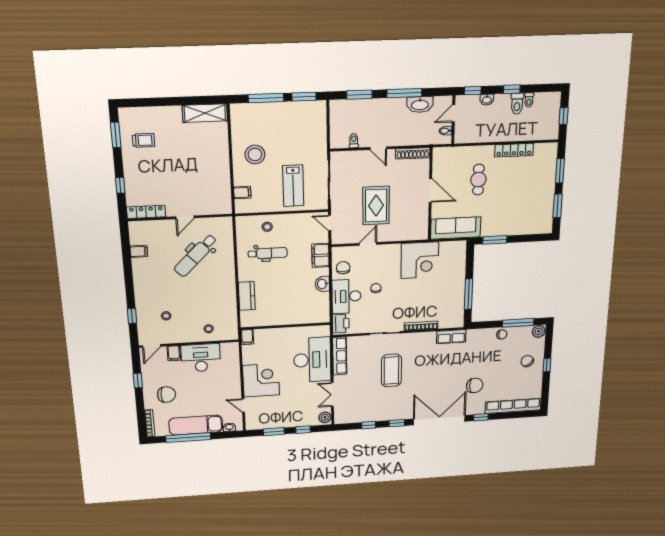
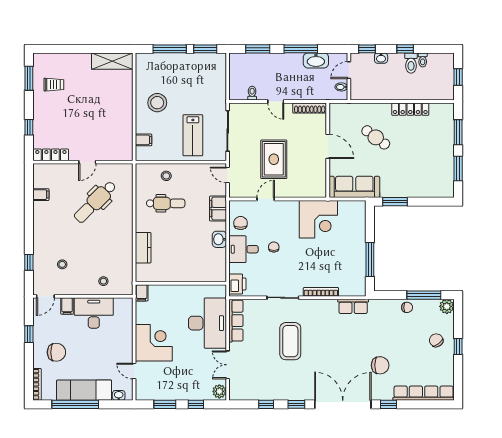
cafe table: (478, 180) -> (376, 137), turned -53
desk: (346, 296) -> (244, 249), width x0.73

